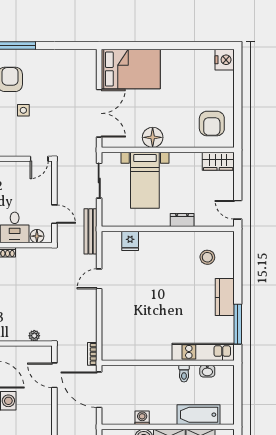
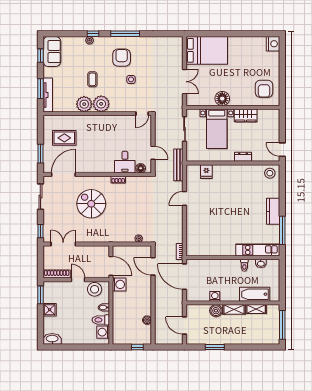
double door: (99, 113) -> (185, 82), width x0.73
wardrobe: (218, 161) -> (246, 115), moved
stool: (207, 257) -> (270, 173), moved

